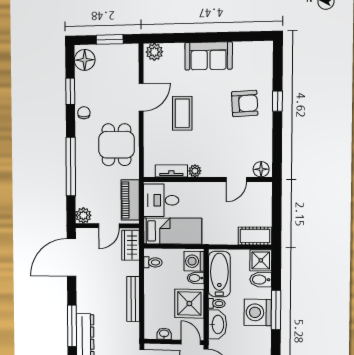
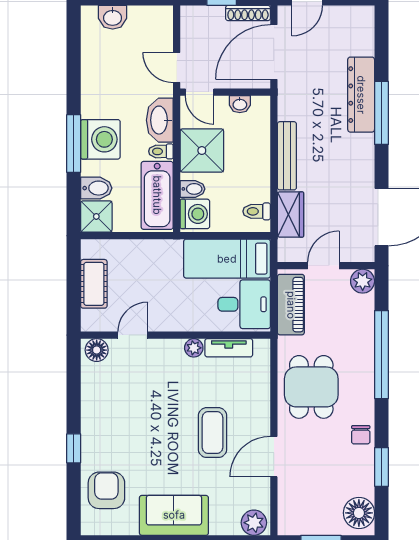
armchair: (245, 103) -> (106, 490), moved, turned 93
cot: (255, 236) -> (94, 284), moved, turned 90
wardrobe: (131, 245) -> (290, 215), moved

